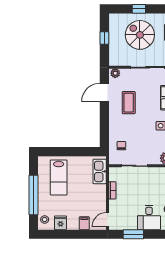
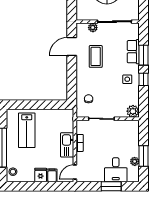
plant: (115, 73) -> (93, 28), moved
kitchen sink: (100, 171) -> (67, 145), moved
fridge: (60, 223) -> (41, 175), moved
window: (133, 234) -> (111, 186), moved

